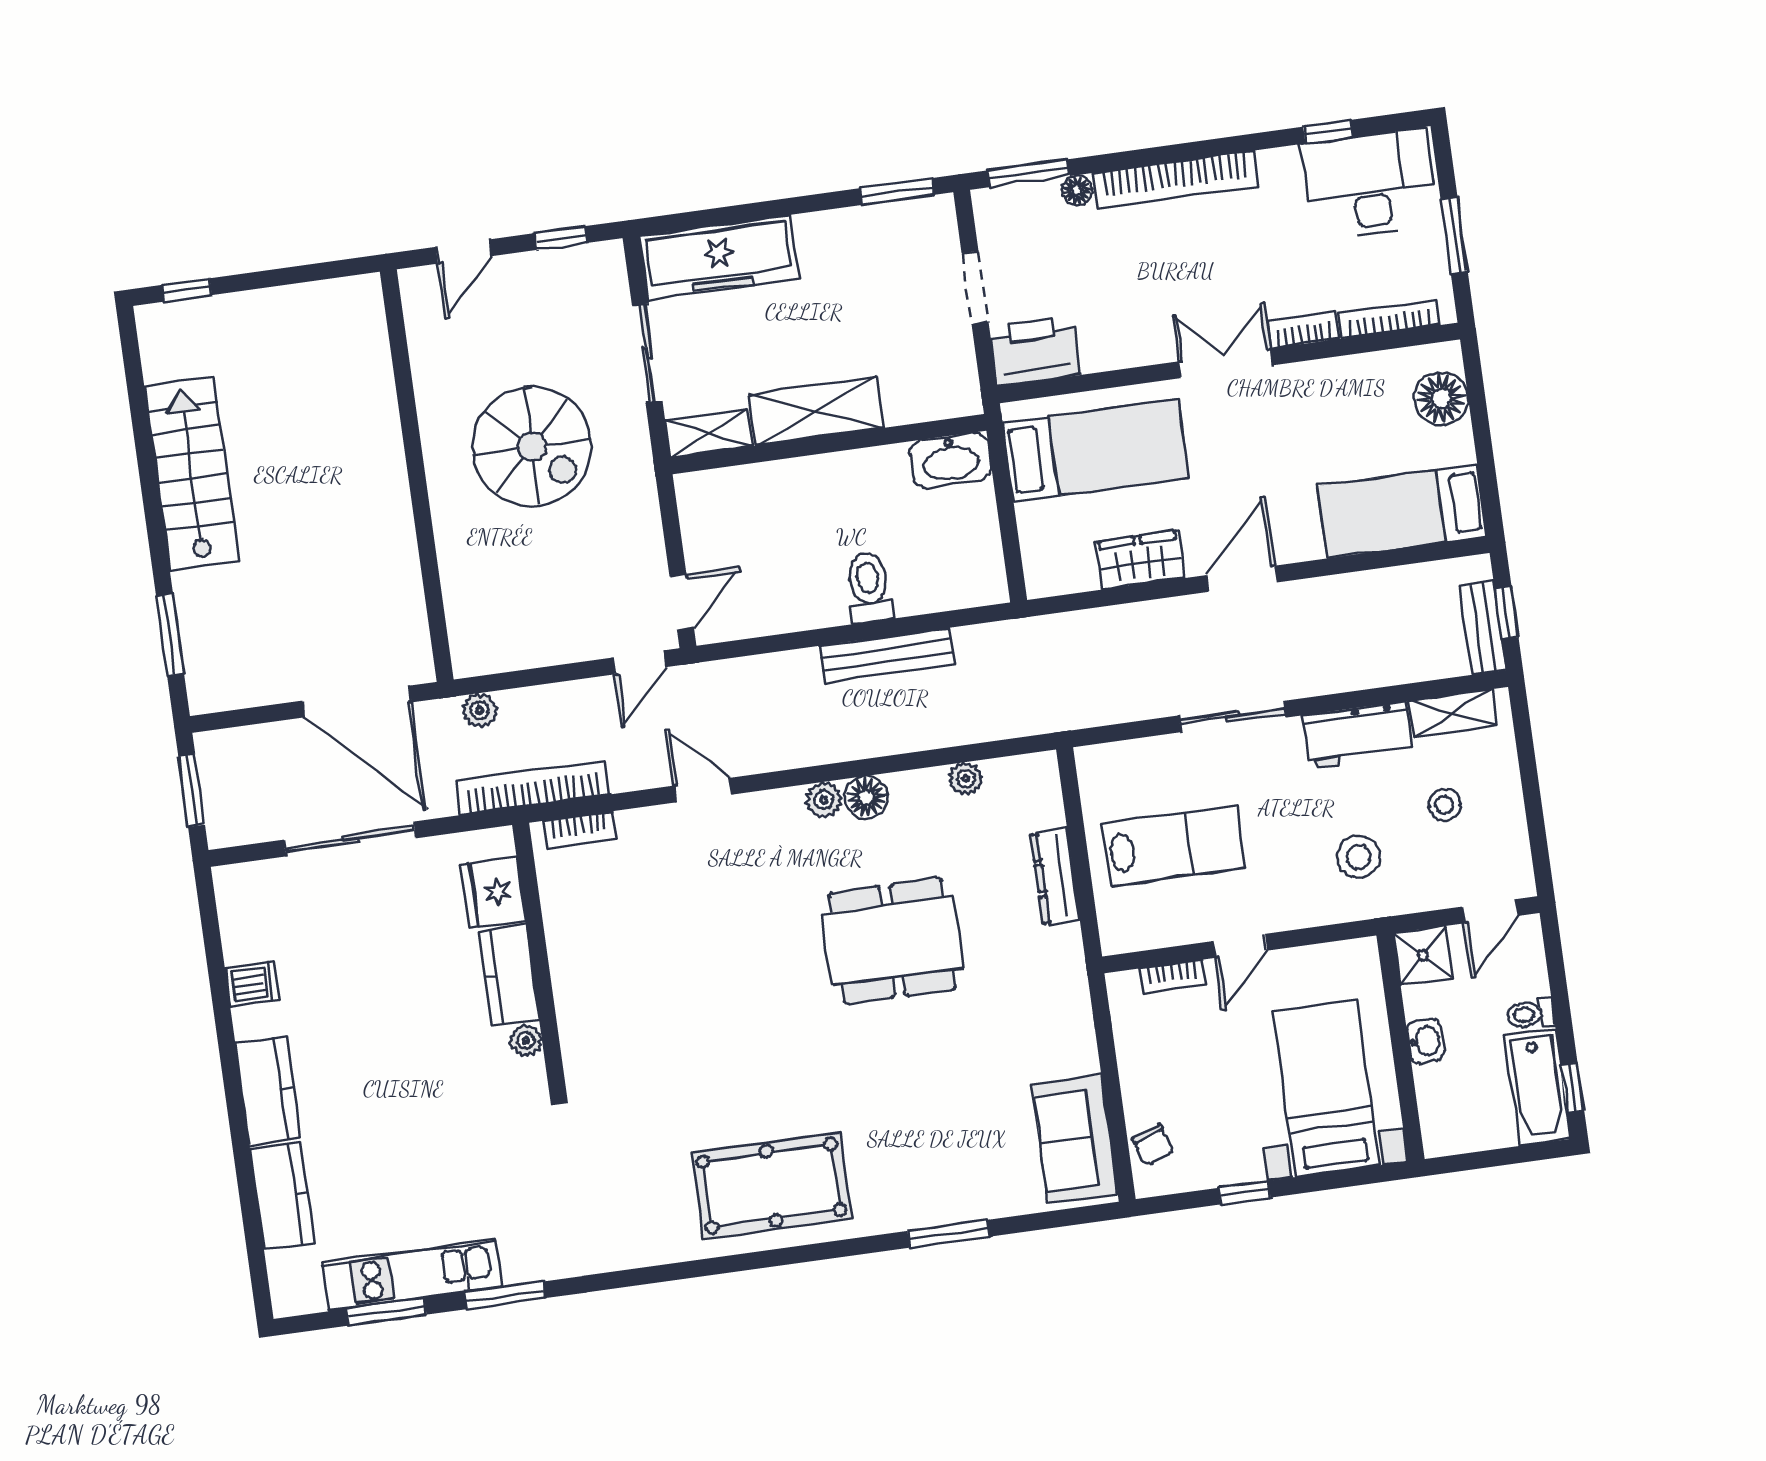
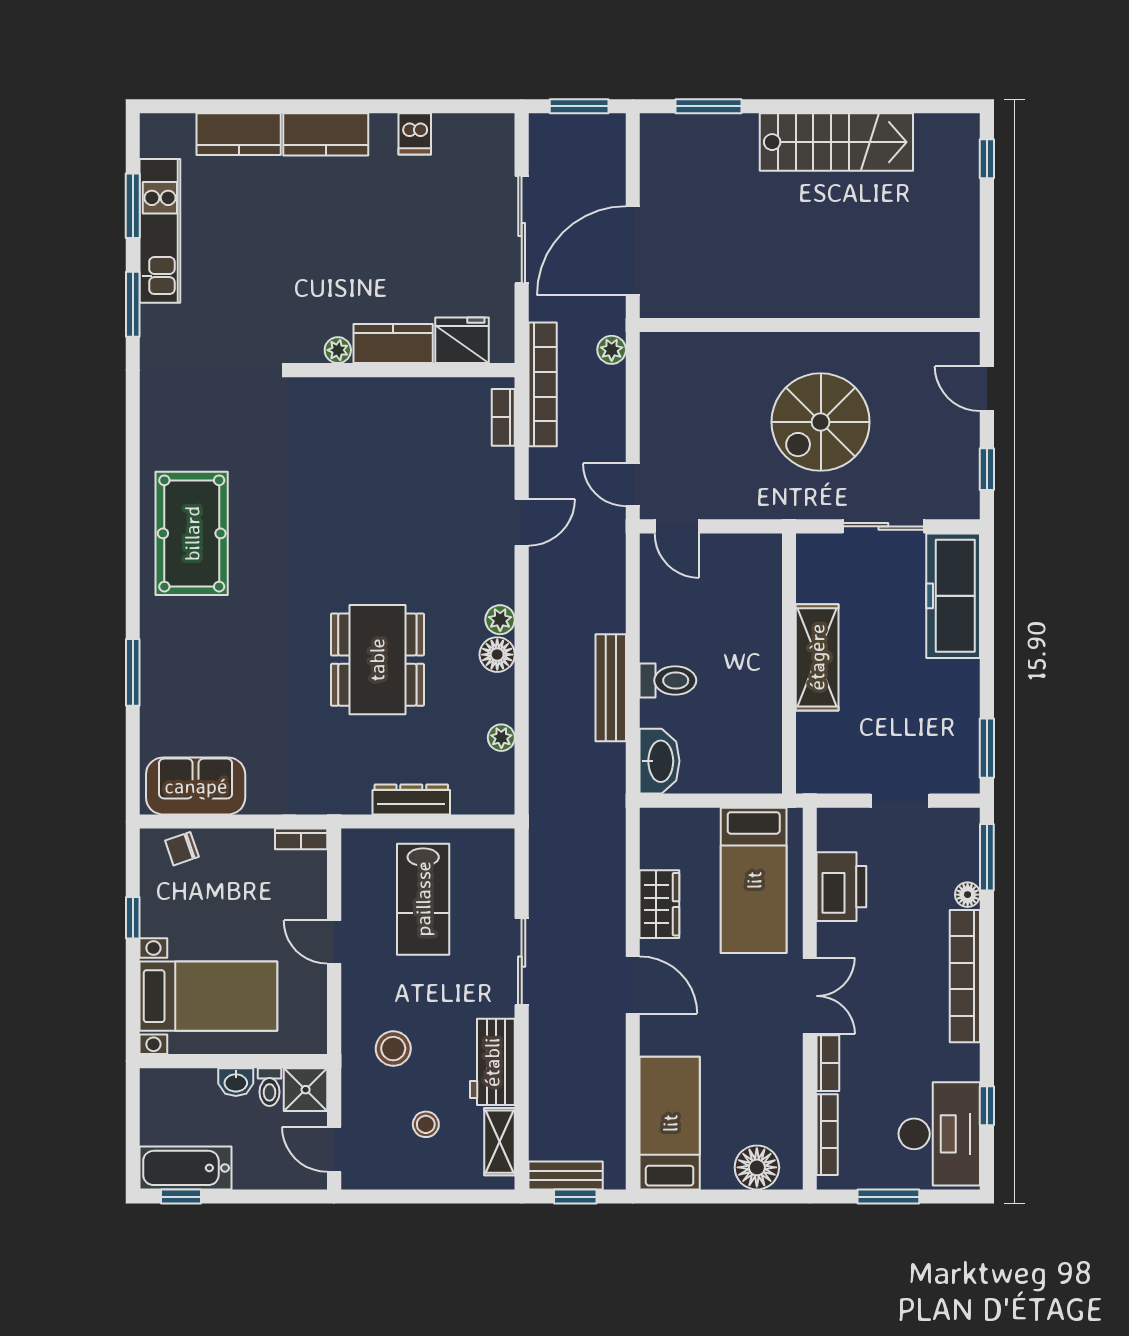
printer: (1035, 351) -> (841, 887), moved
shelving: (709, 433) -> (811, 567), removed
washbasin: (950, 460) -> (660, 761), moved, turned 180
bookcase: (1172, 977) -> (301, 839), moved, turned -90
toilet: (1530, 1014) -> (269, 1087), moved, turned 180

